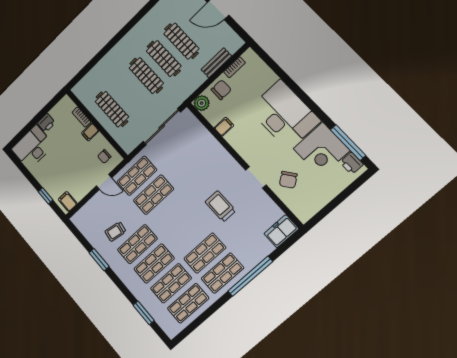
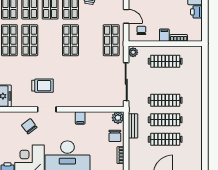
bench: (216, 63) -> (133, 126), moved
filing cabinet: (224, 127) -> (80, 118), moved
plant: (130, 146) -> (133, 52), added
door: (104, 182) -> (126, 16), swing flipped
shop shelf: (153, 195) -> (70, 40), moved
trolley: (220, 206) -> (43, 86), moved

